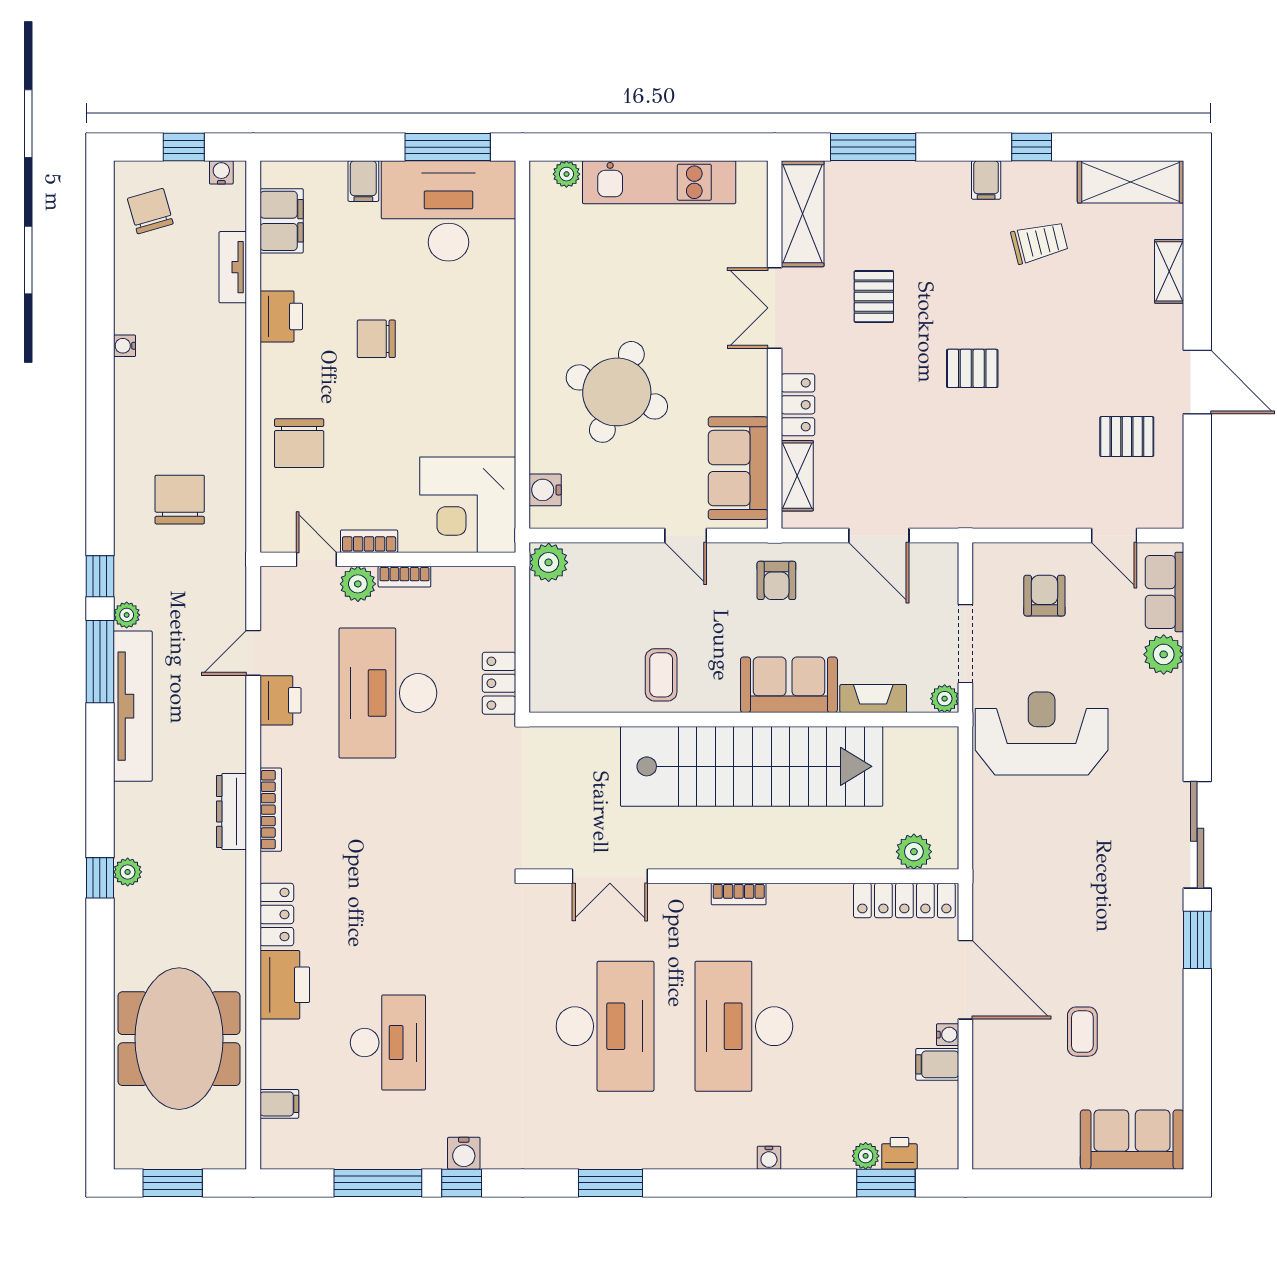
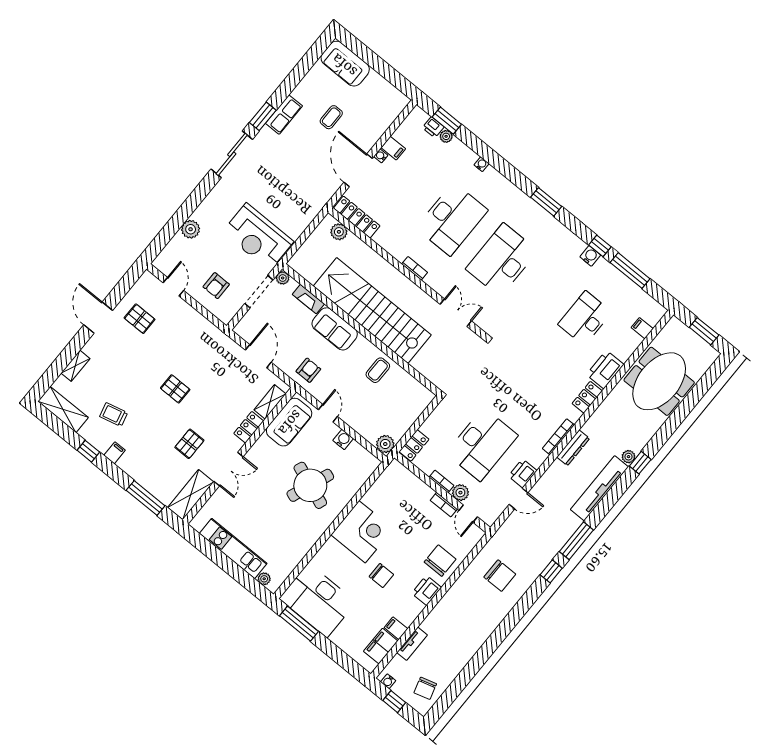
filing cabinet: (363, 181) -> (396, 628), moved, turned -90
printer: (281, 316) -> (427, 590), moved
water cooler: (124, 346) -> (474, 647), removed
water cooler: (545, 490) -> (343, 439), moved, turned -90
chair: (180, 500) -> (500, 576), turned -90
corner desk: (468, 505) -> (362, 532), moved
row of seats: (1164, 592) -> (284, 115), moved
plant: (127, 615) -> (553, 550), removed
locker: (499, 683) -> (414, 445), moved
tv unit: (133, 706) -> (599, 488), moved

